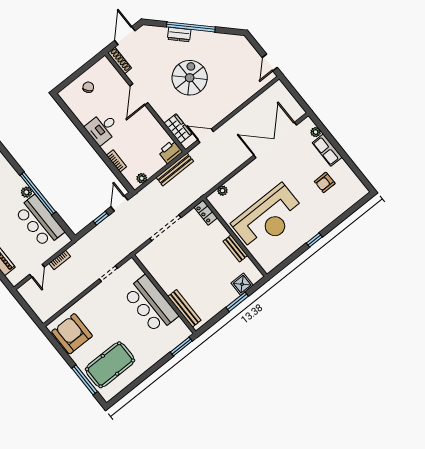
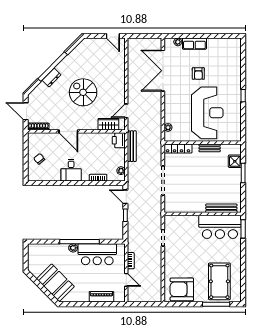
armchair: (325, 182) -> (198, 74), moved
locker: (206, 213) -> (178, 148), width x1.53
bar counter: (151, 304) -> (220, 227), moved

